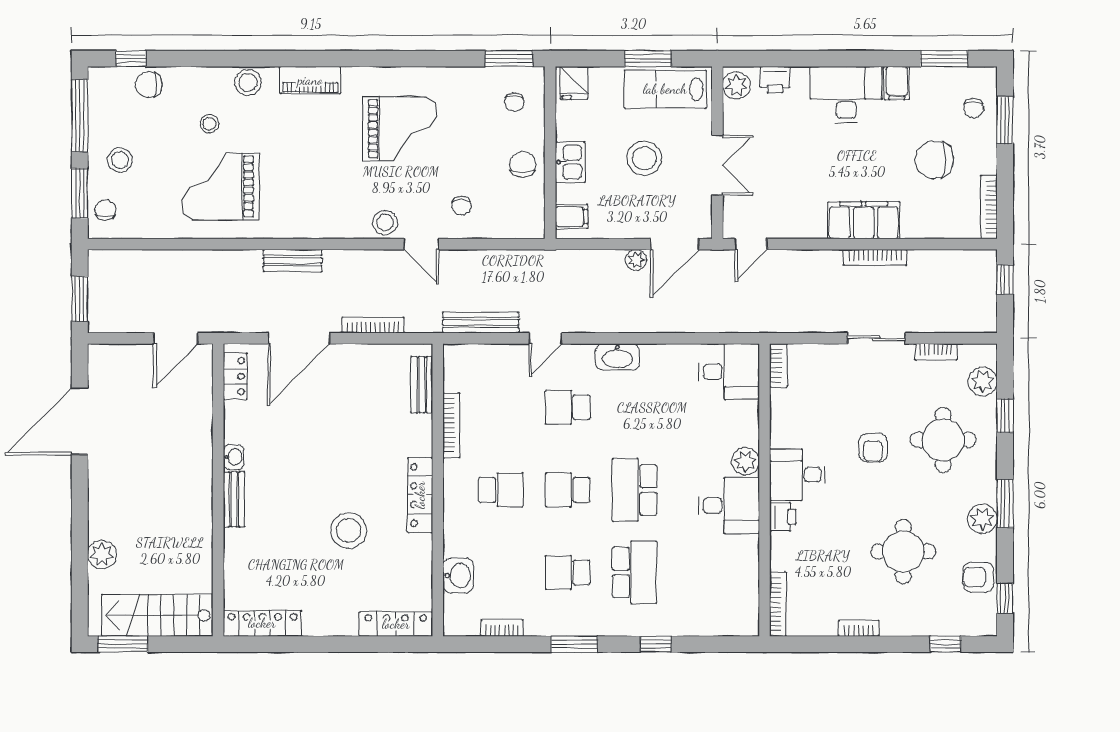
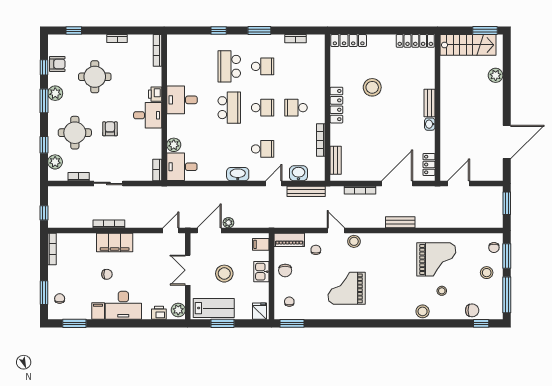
piano: (310, 80) -> (289, 240), moved, turned 180
chair: (934, 160) -> (107, 274), moved, width x0.54, depth x0.54
plant: (745, 461) -> (174, 145), moved
washbasin: (458, 576) -> (298, 173), moved, turned 90
window: (1005, 598) -> (44, 67), moved

